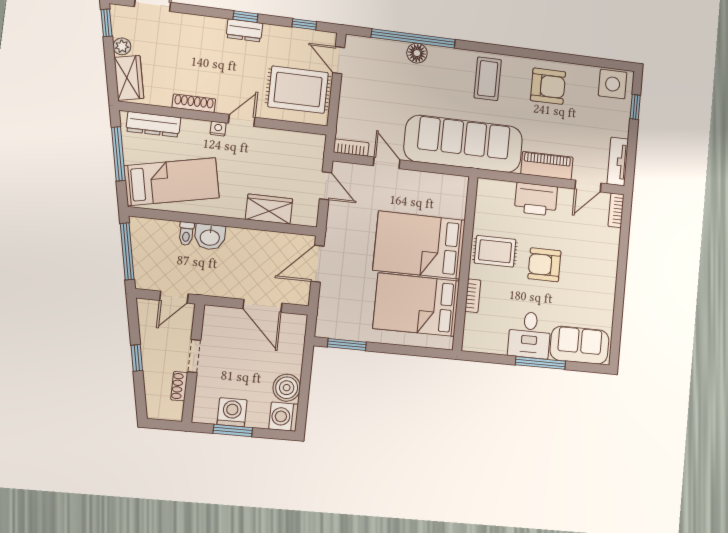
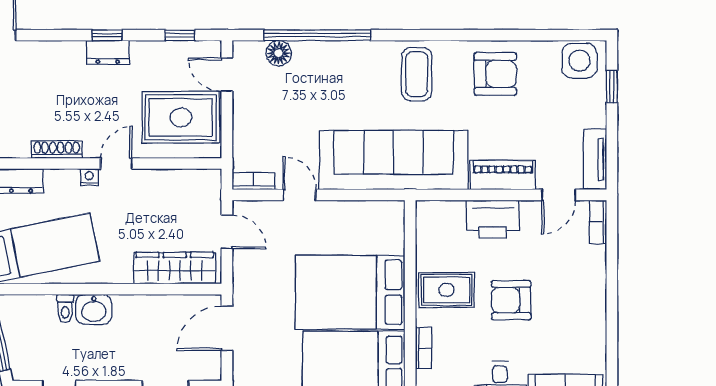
floor lamp: (417, 53) -> (279, 53), moved
wardrobe: (269, 209) -> (175, 268), width x1.50

